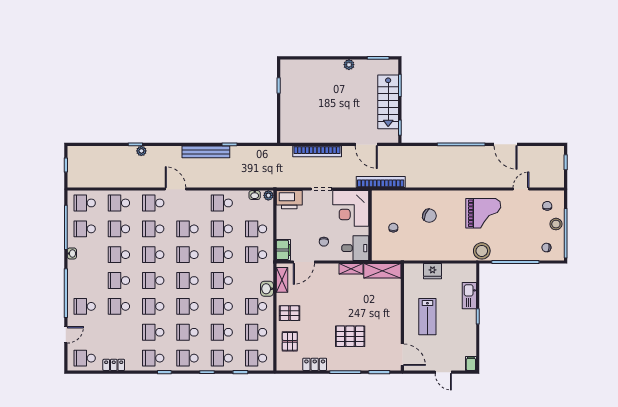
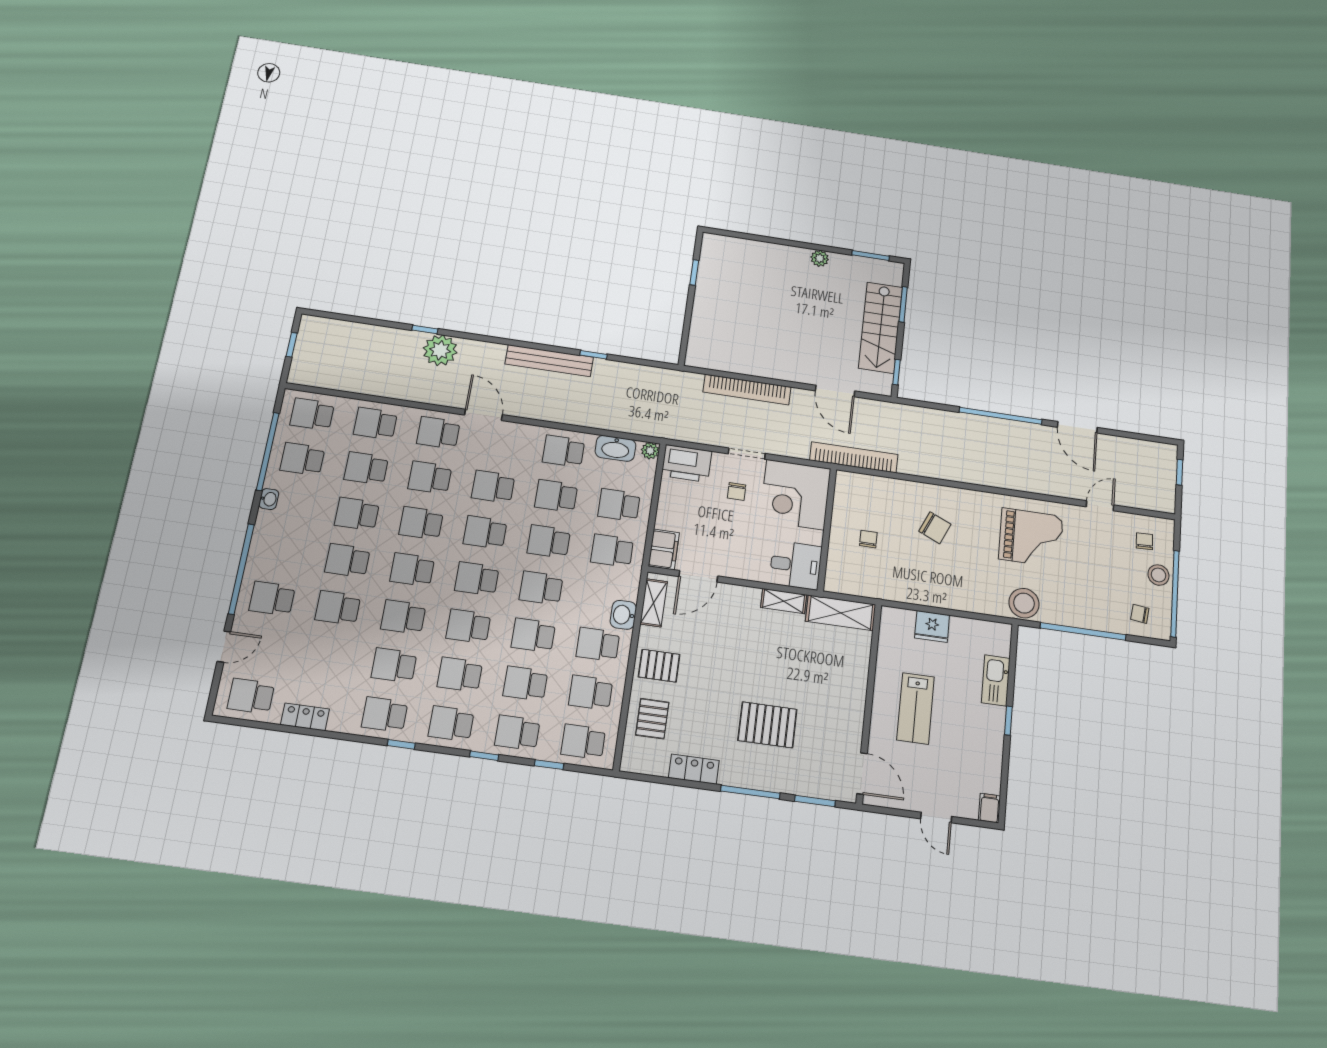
plant: (141, 151) -> (440, 350), width x1.87, depth x1.87
washbasin: (255, 195) -> (615, 448), width x1.91, depth x1.45
chair: (324, 242) -> (737, 492), moved

